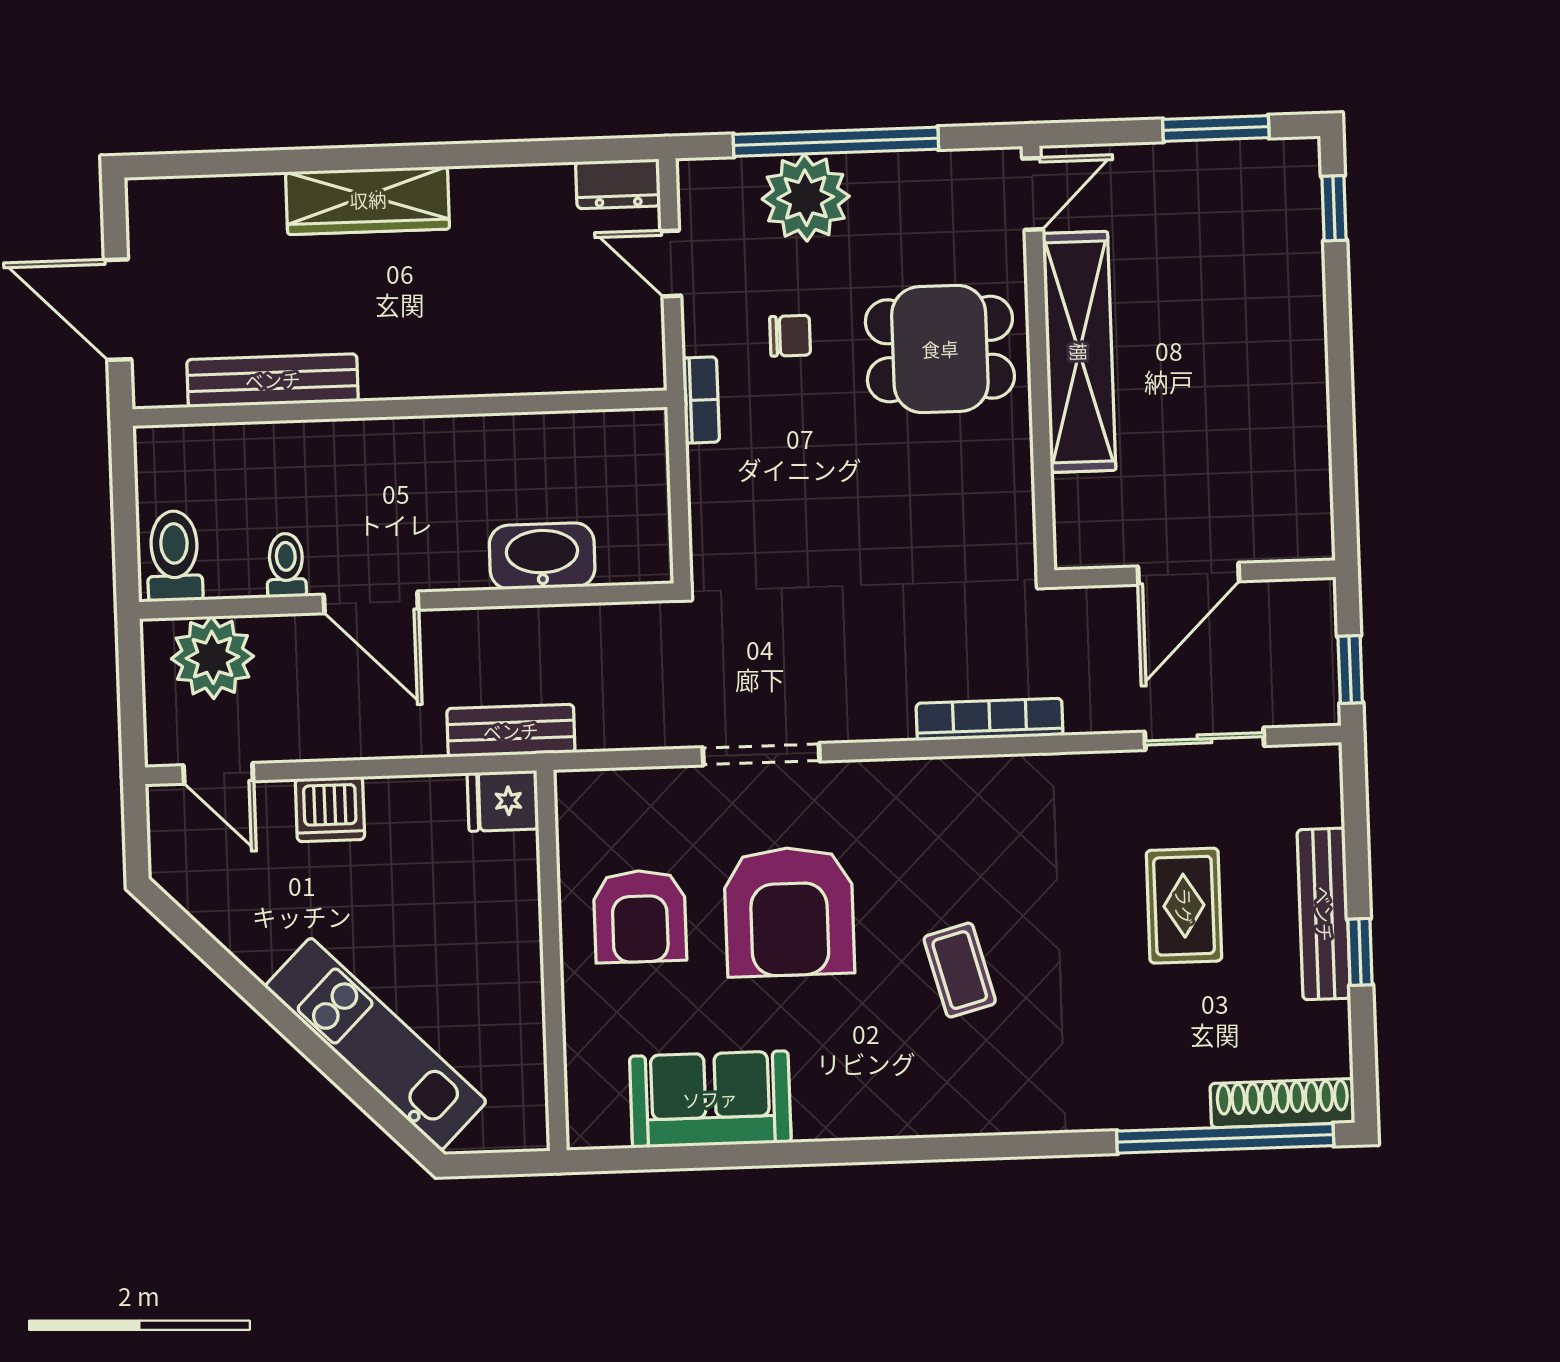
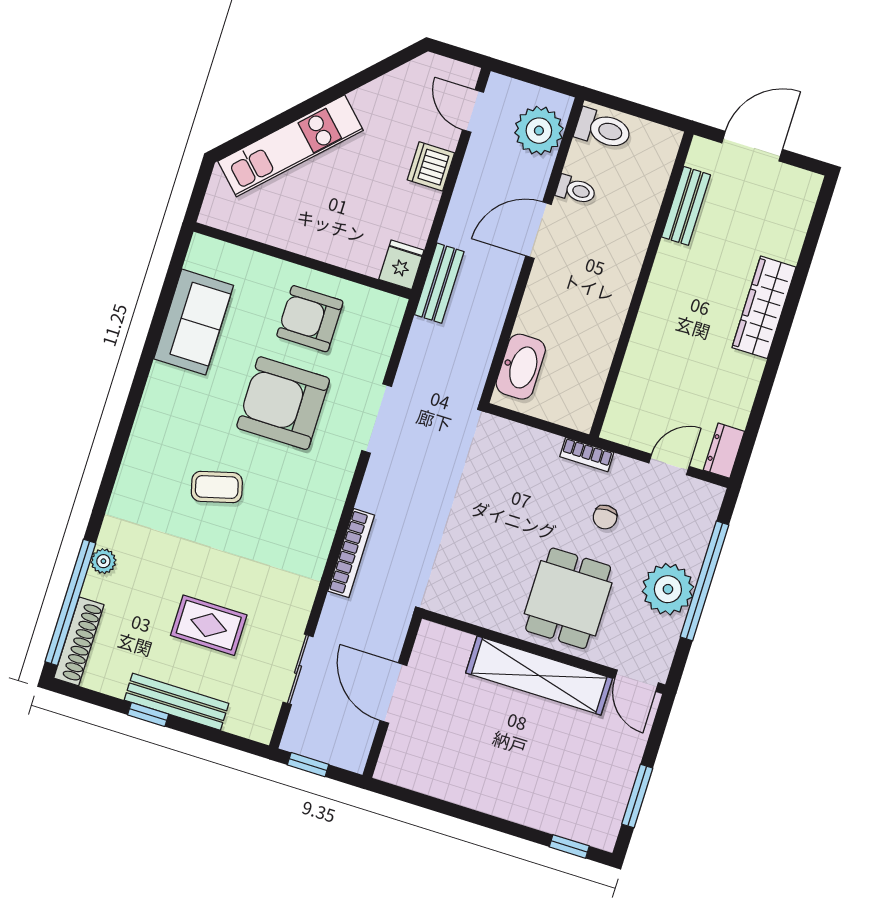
plant: (806, 198) -> (668, 589), moved
bench: (273, 380) -> (686, 206), width x0.73
washbasin: (542, 556) -> (521, 367), moved
door: (218, 773) -> (473, 111), hinge flipped
plant: (1141, 1109) -> (103, 561), added

